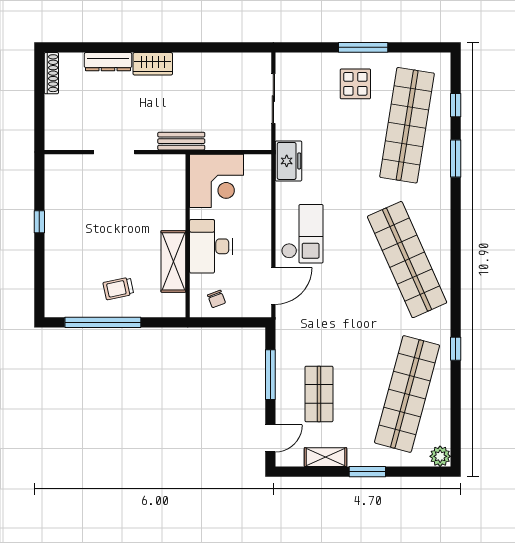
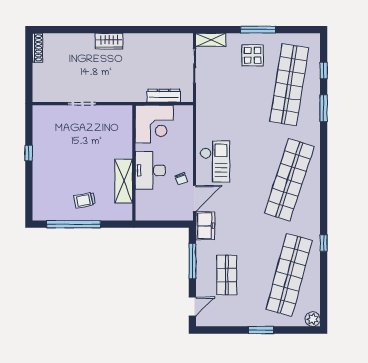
dresser: (108, 62) -> (164, 96), moved, turned 180
bench: (181, 141) -> (129, 96), removed
freezer: (288, 161) -> (205, 226), moved
shop shelf: (407, 260) -> (289, 180), turned 42
chair: (216, 299) -> (181, 179), moved
shelving: (325, 457) -> (211, 40), moved

